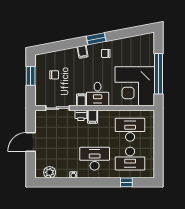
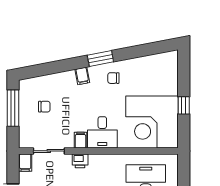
window: (159, 74) -> (184, 105), width x0.32
window: (31, 76) -> (13, 108), width x1.44
filing cabinet: (92, 117) -> (25, 163), moved

